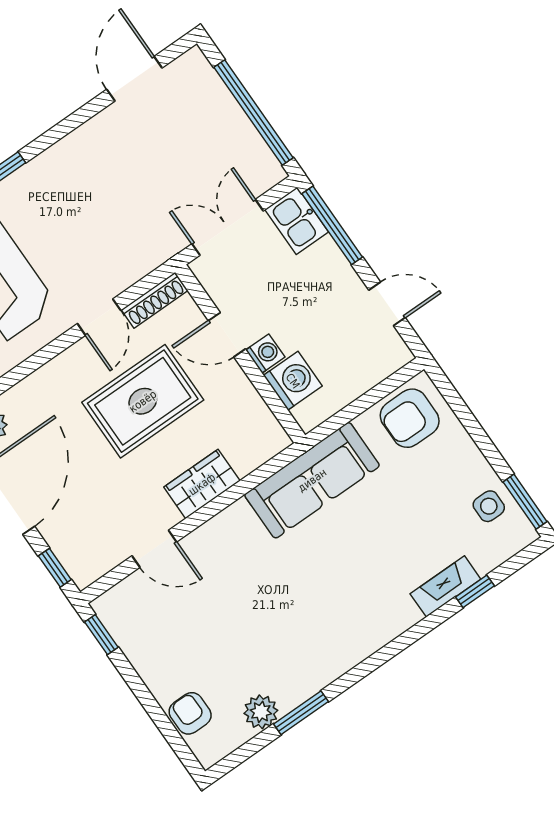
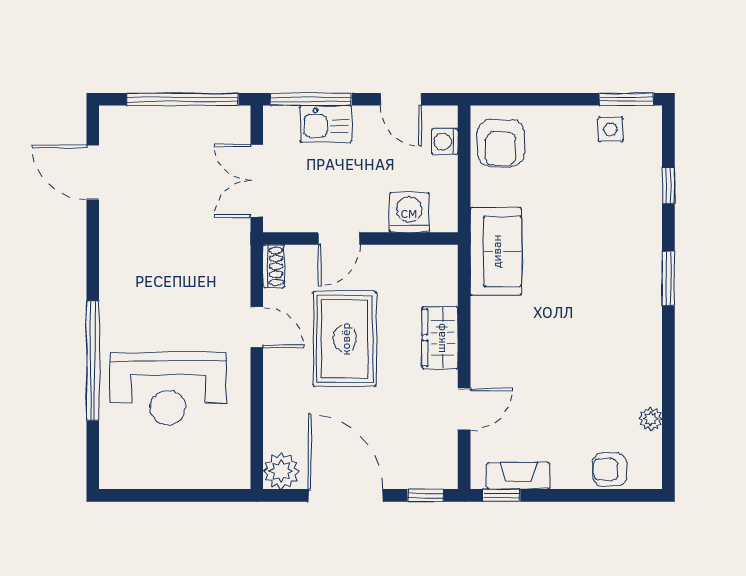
kitchen sink: (297, 221) -> (326, 124), moved
shoe rack: (155, 300) -> (274, 266), width x0.70
door: (387, 304) -> (401, 99), swing flipped
washing machine: (265, 353) -> (445, 142), moved, turned -90
sofa: (312, 480) -> (496, 251), width x0.73
fireplace: (445, 586) -> (518, 476), moved, turned 90
plant: (261, 712) -> (651, 419), width x0.73, depth x0.73
window: (301, 713) -> (668, 278), moved

